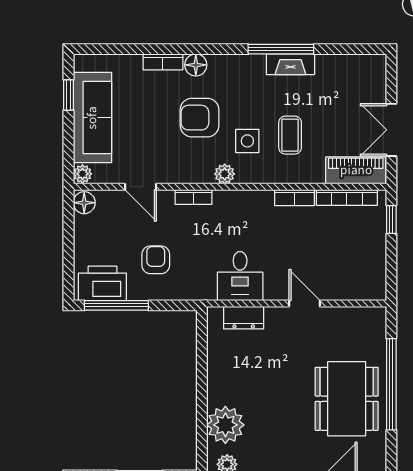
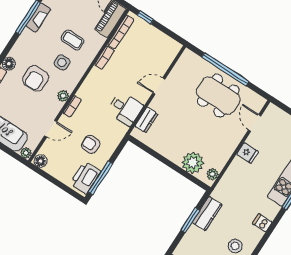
plant: (225, 174) -> (63, 96), moved

